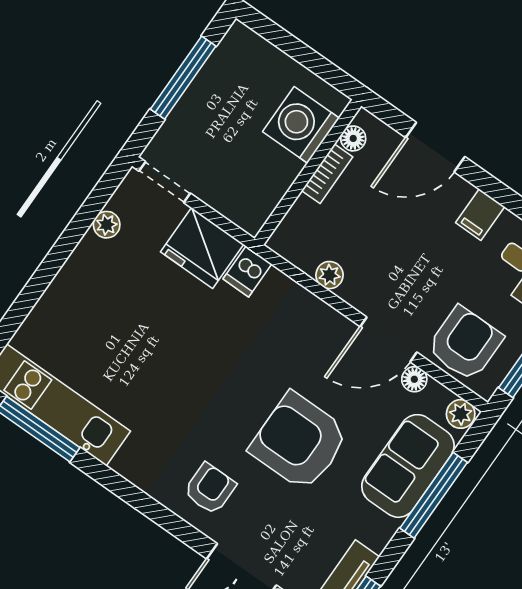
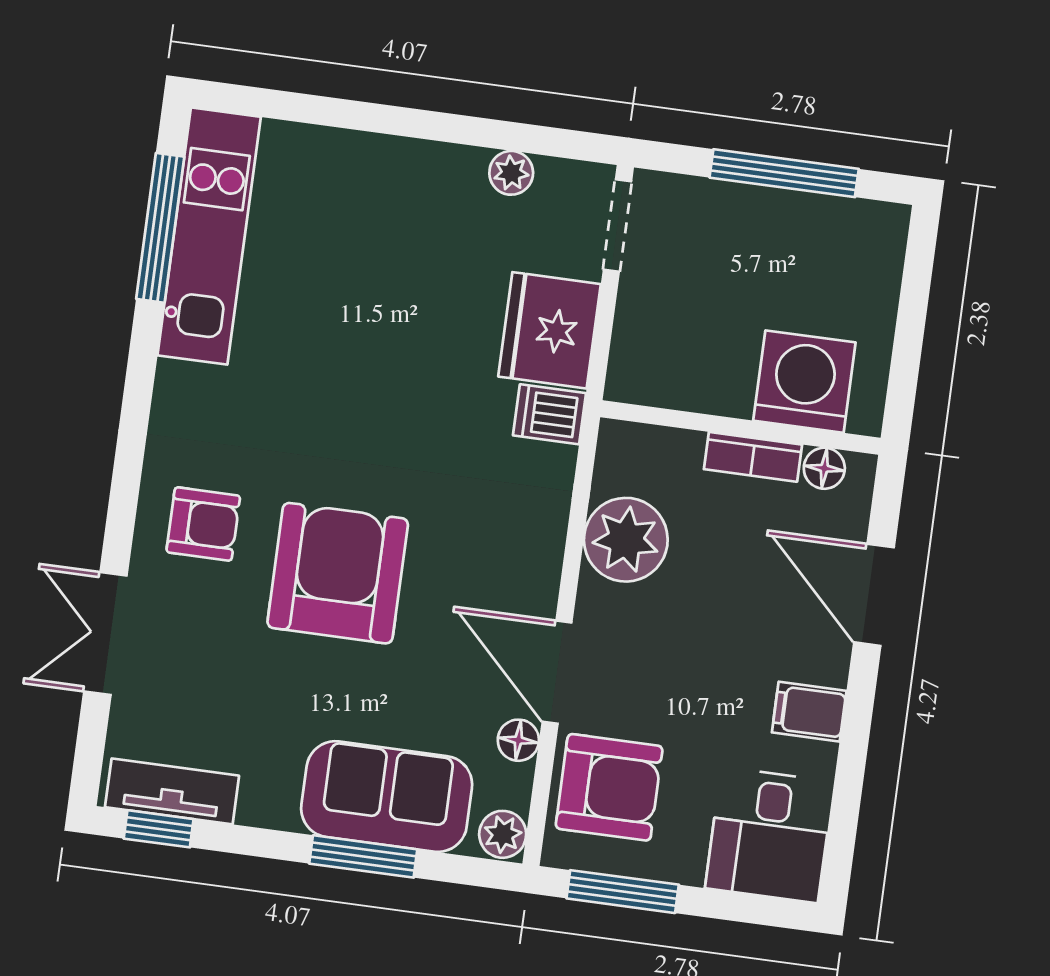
plant: (329, 275) -> (626, 540), width x1.87, depth x1.87
armchair: (299, 442) -> (338, 573), moved
window: (434, 495) -> (363, 856), width x0.69

